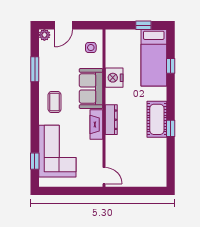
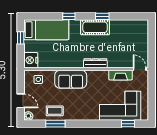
window: (171, 66) -> (69, 16), moved
nightstand: (114, 78) -> (31, 60), moved, turned 90
coffee table: (55, 102) -> (55, 111), moved
fireplace: (96, 125) -> (121, 75), moved
door: (104, 176) -> (140, 69), hinge flipped

